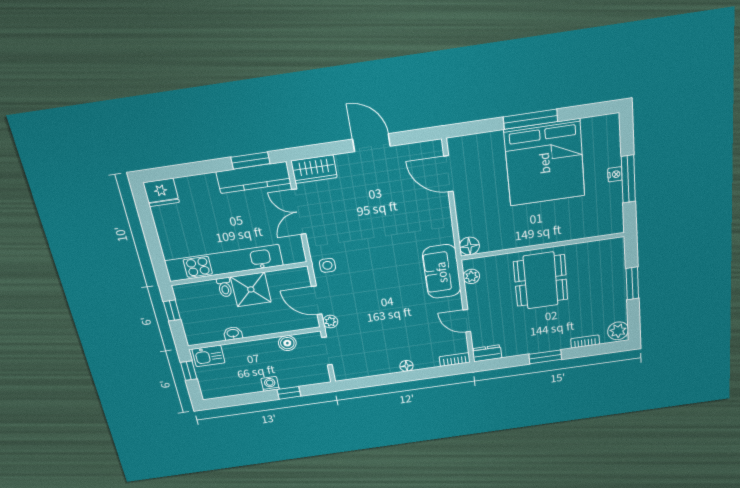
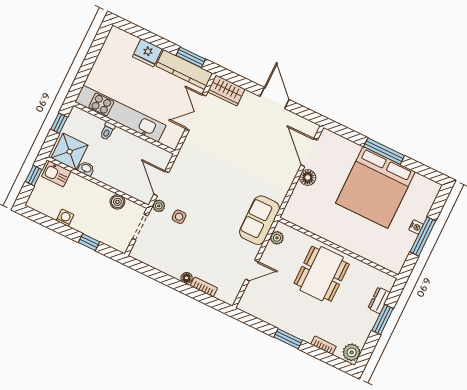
fridge: (161, 192) -> (147, 53), moved
floor lamp: (469, 246) -> (308, 178), moved
side table: (327, 265) -> (179, 217), moved
shower: (251, 289) -> (70, 152), moved
door: (467, 321) -> (252, 271), swing flipped
dresser: (487, 353) -> (379, 300), moved, turned -90
bookcase: (455, 360) -> (204, 287), moved
washing machine: (270, 384) -> (65, 218), moved

